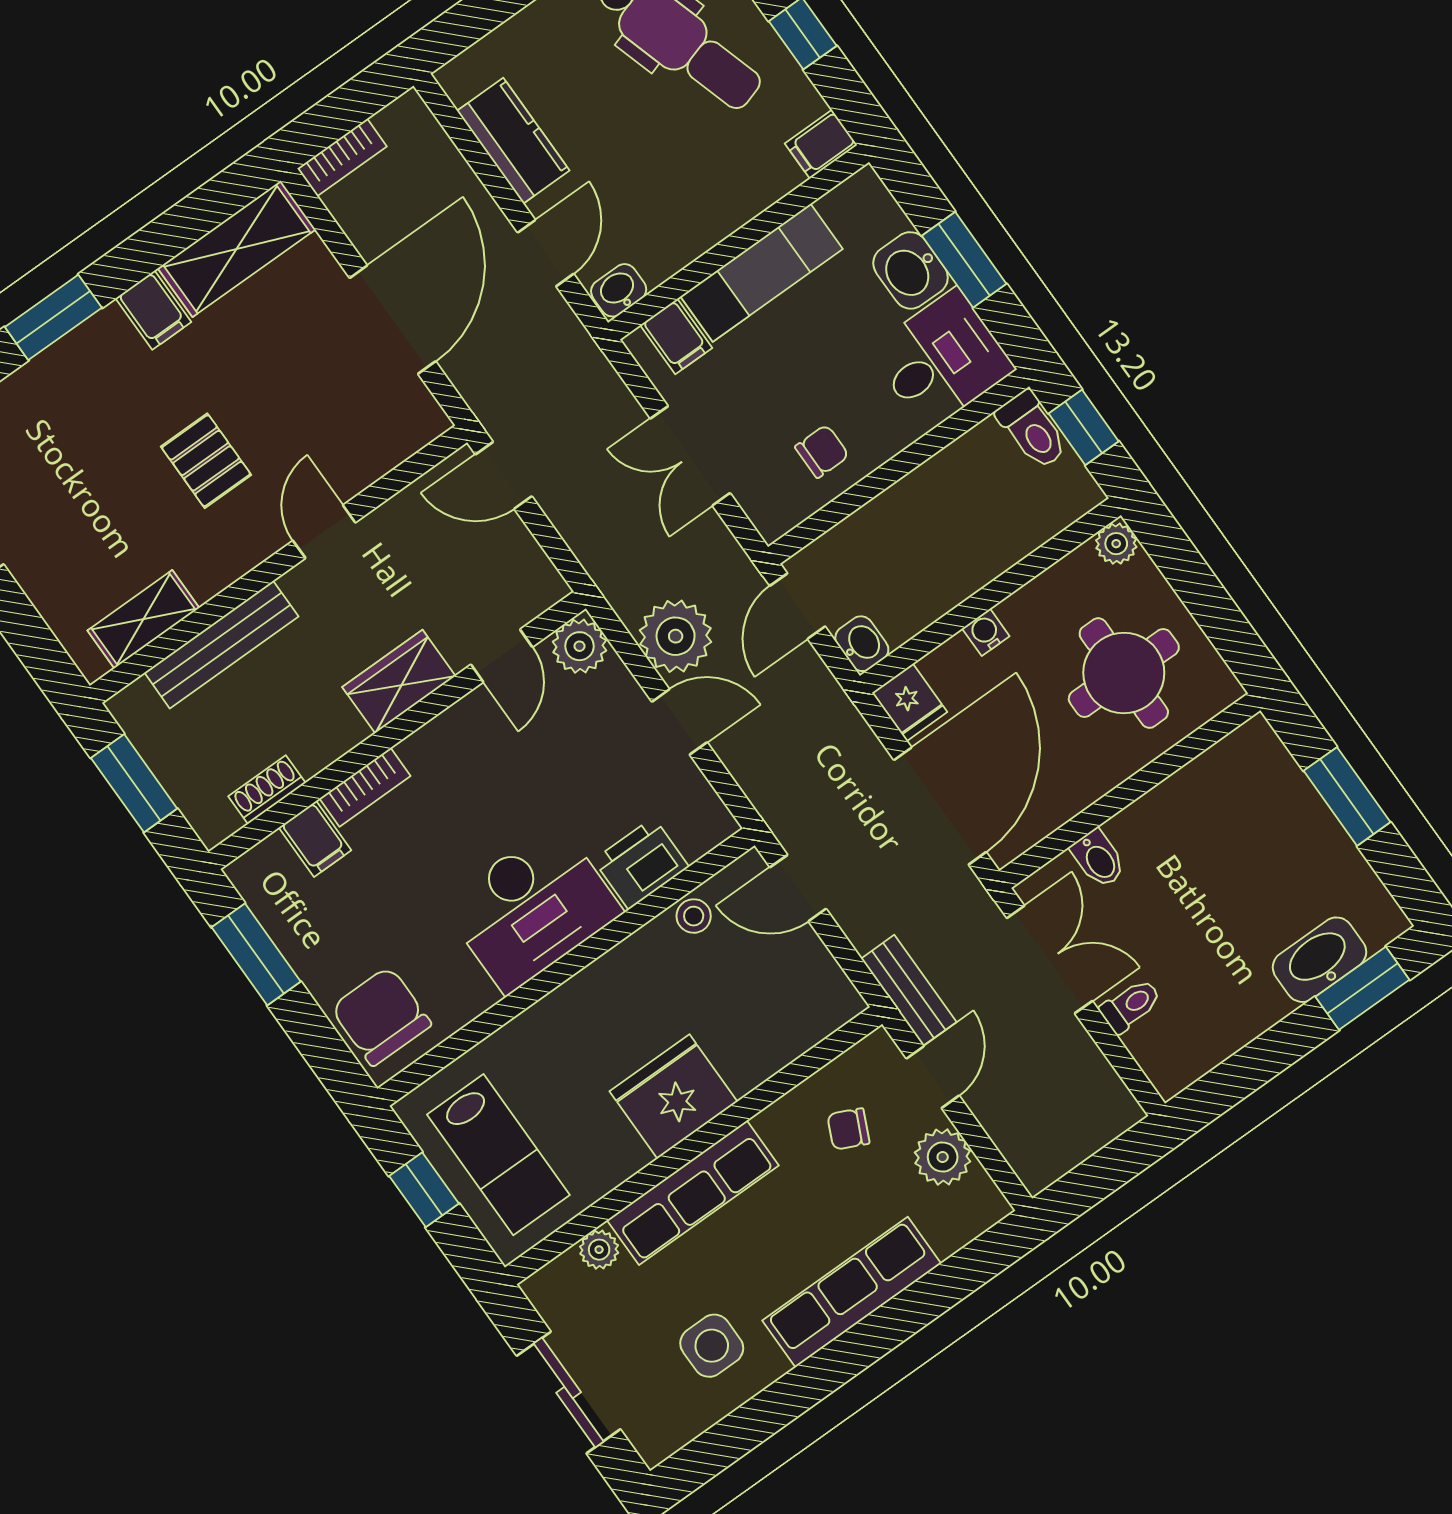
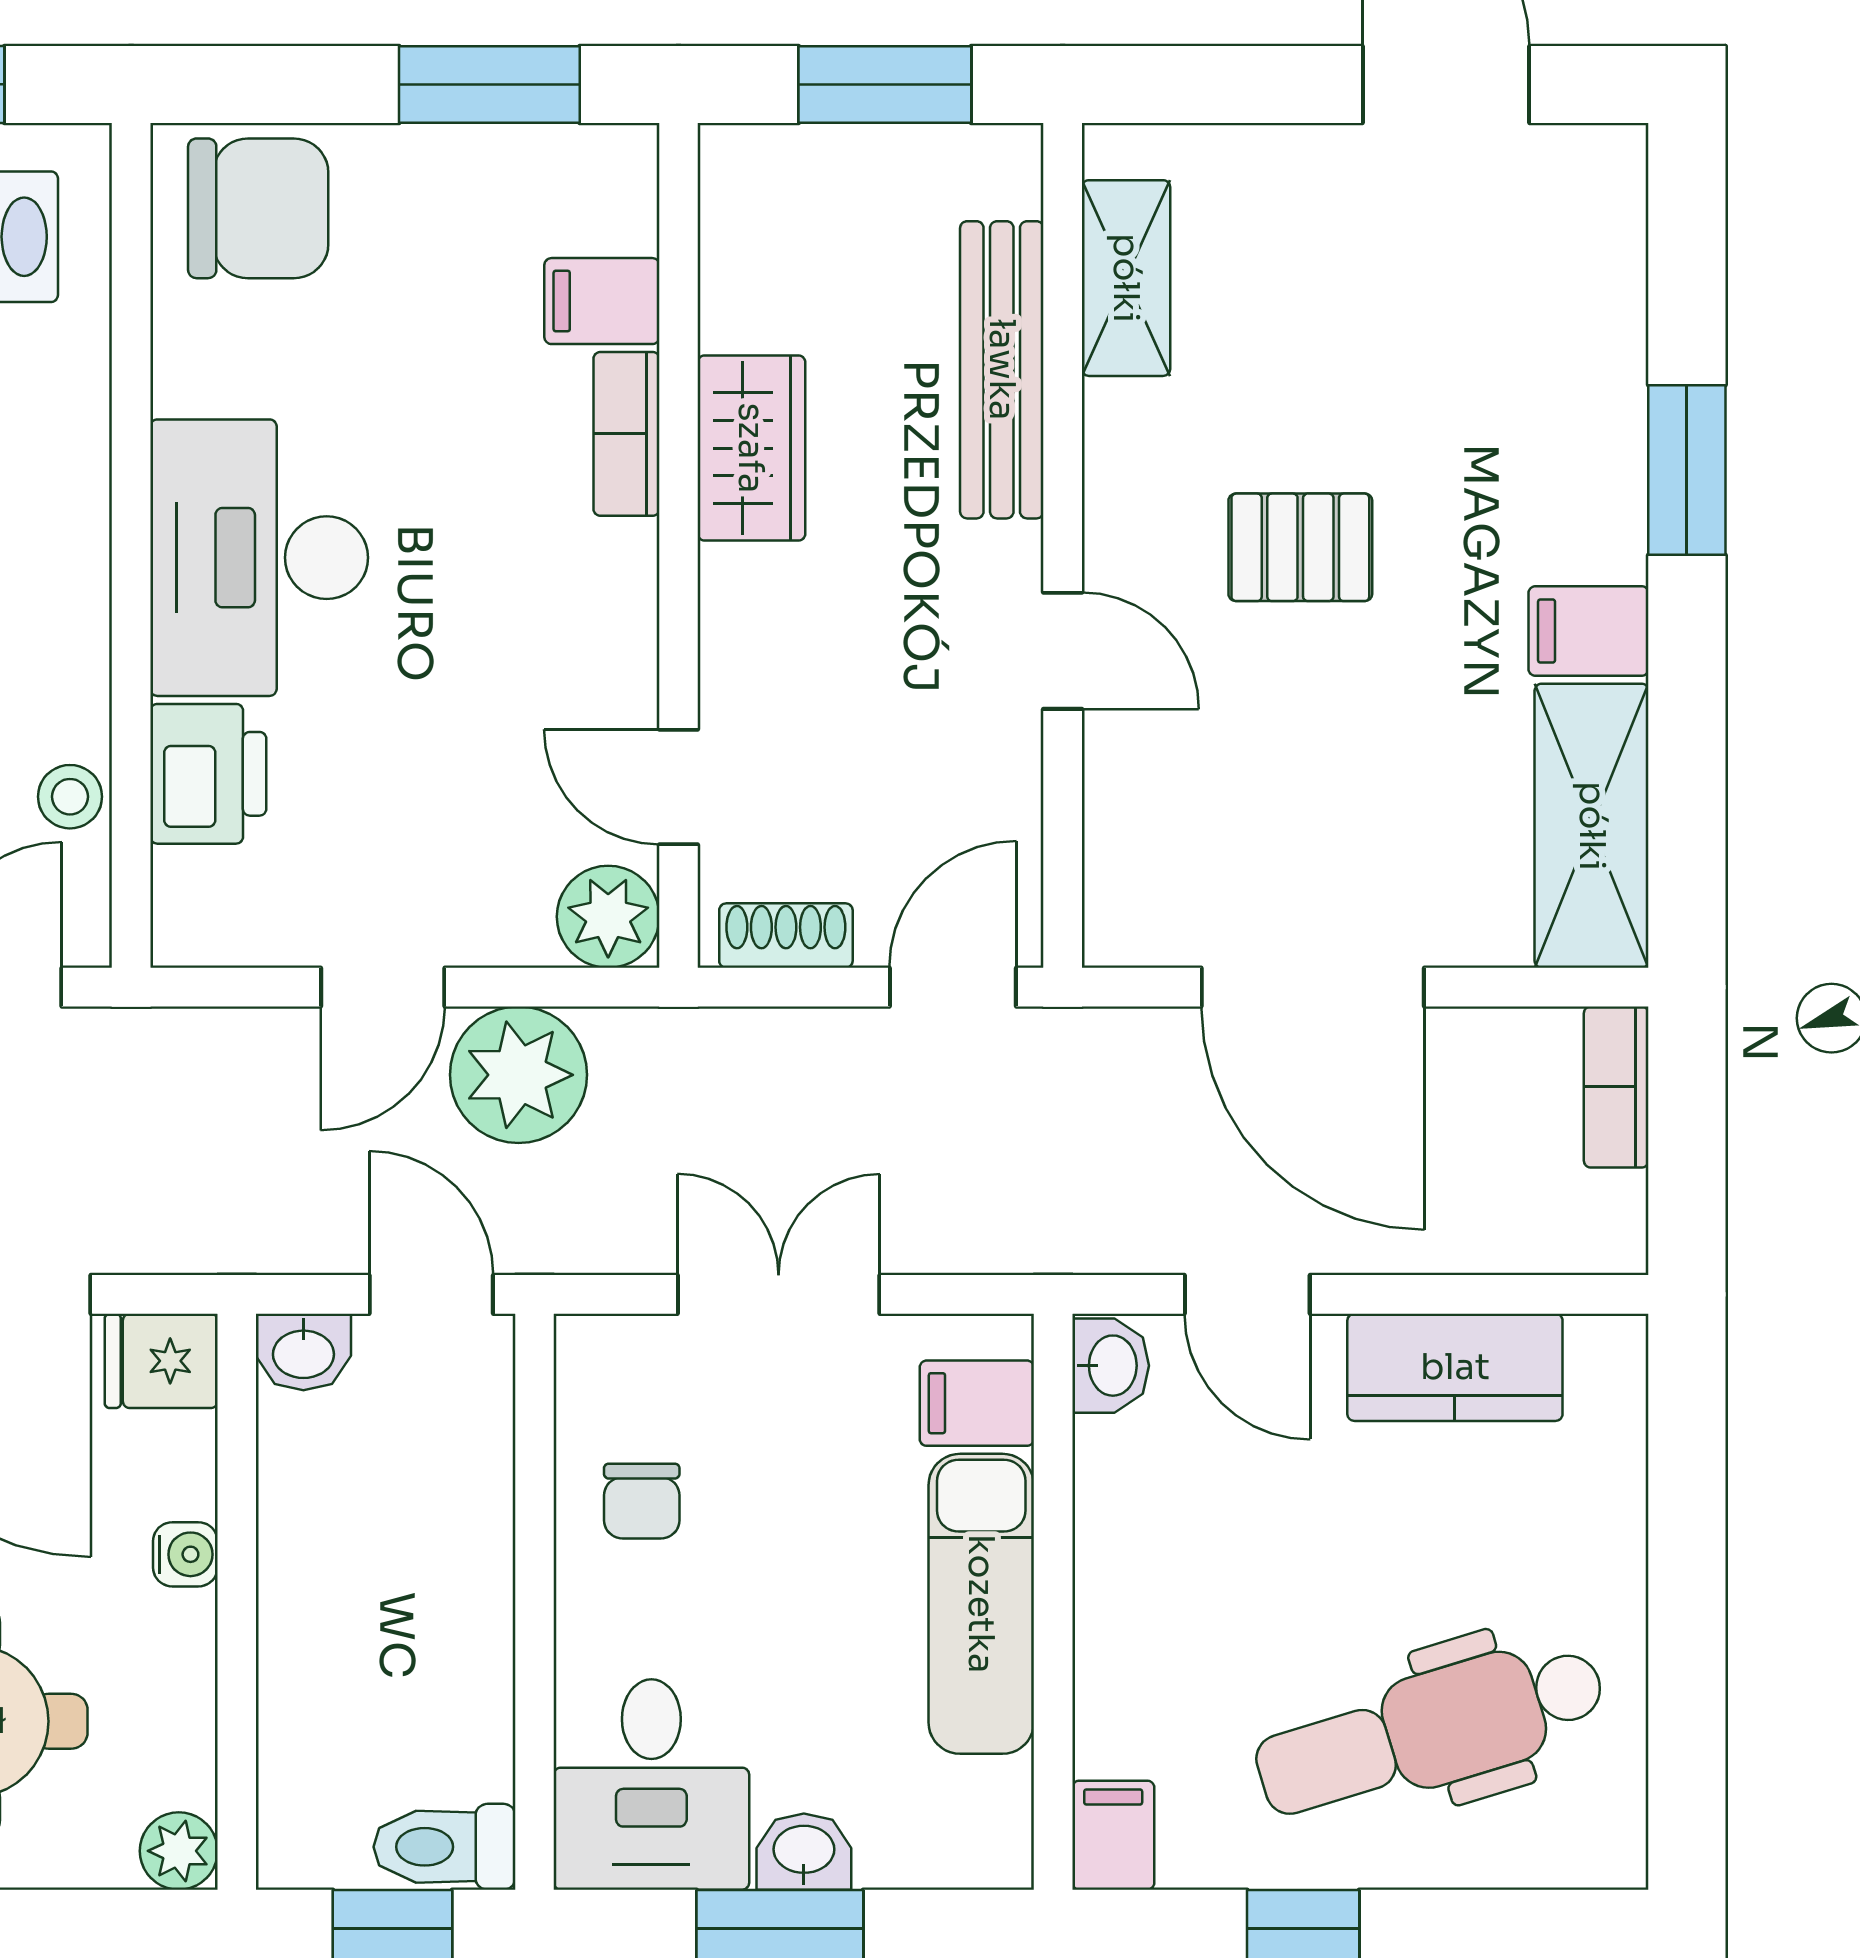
washbasin: (911, 270) -> (804, 1852), width x0.72, depth x0.69
wardrobe: (399, 681) -> (751, 448), moved
shoe rack: (267, 790) -> (786, 936), moved, turned -90

